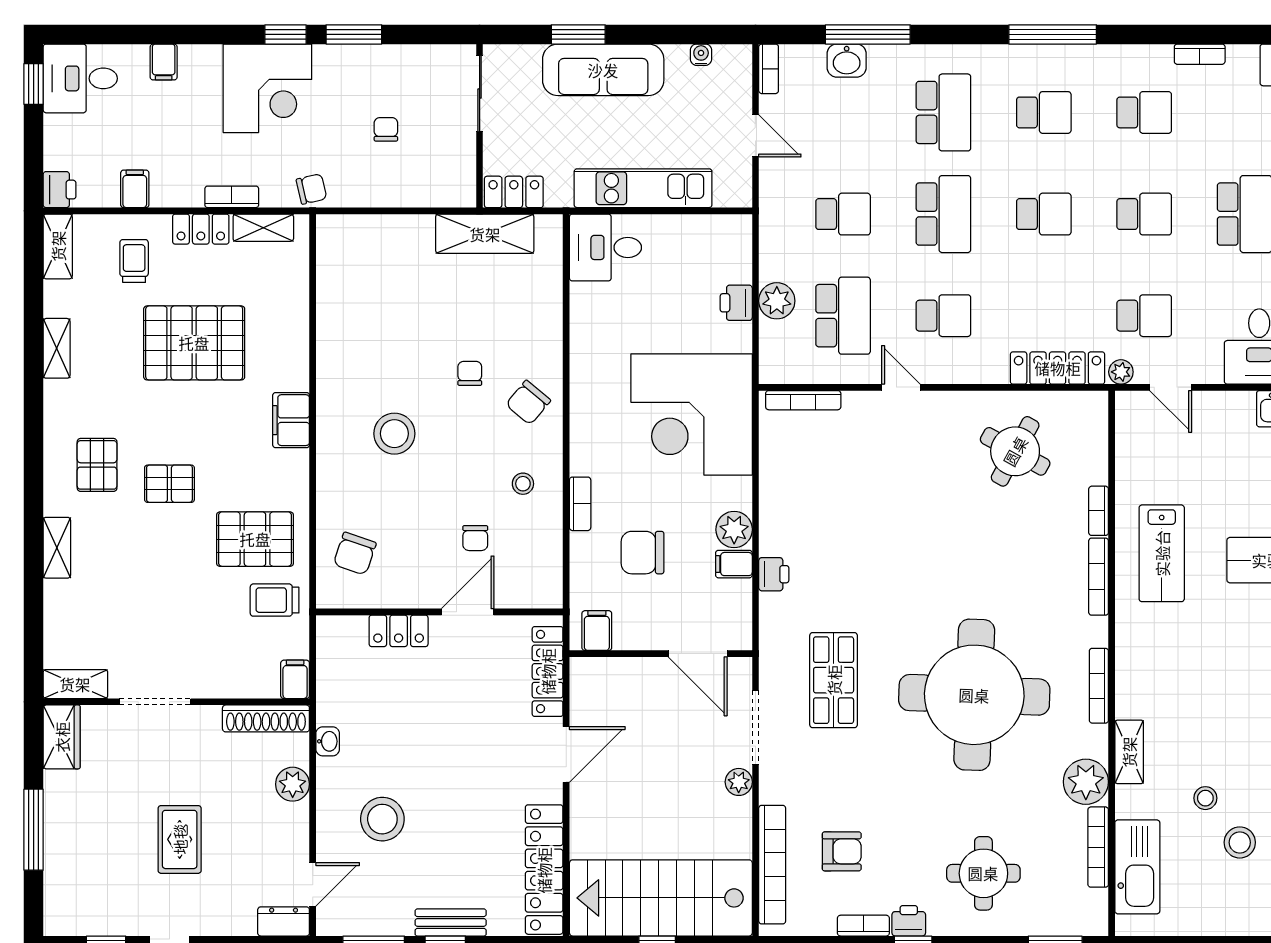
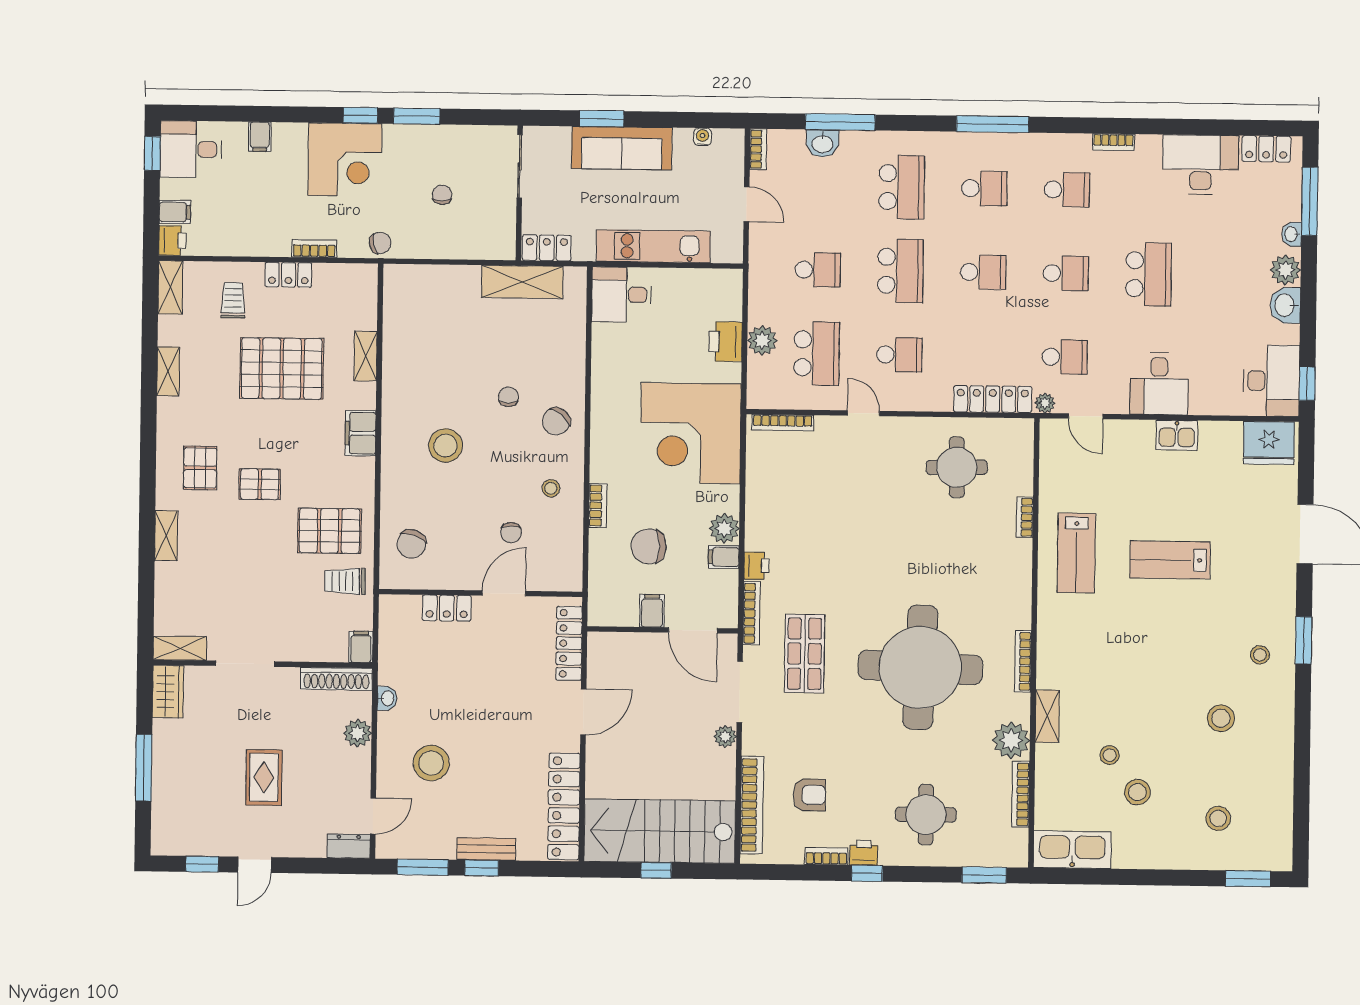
filing cabinet: (135, 189) -> (175, 212), moved, turned 90
shelving: (263, 228) -> (366, 356), moved, turned 90
printer: (736, 303) -> (726, 342), width x1.36, depth x1.24
round table: (1015, 451) -> (957, 467), turned -30
bookcase: (1099, 577) -> (752, 613), moved, turned 180
filing cabinet: (597, 631) -> (652, 611), moved
kitchen sink: (1137, 867) -> (1072, 850), moved, turned -90

